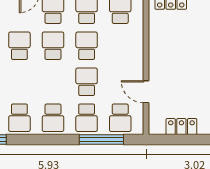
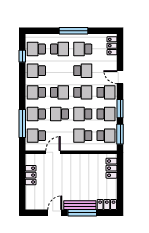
school desk: (87, 46) -> (83, 114), turned 180
school desk: (120, 46) -> (83, 136), added
school desk: (53, 82) -> (60, 92), added
school desk: (87, 82) -> (60, 114), turned 180

